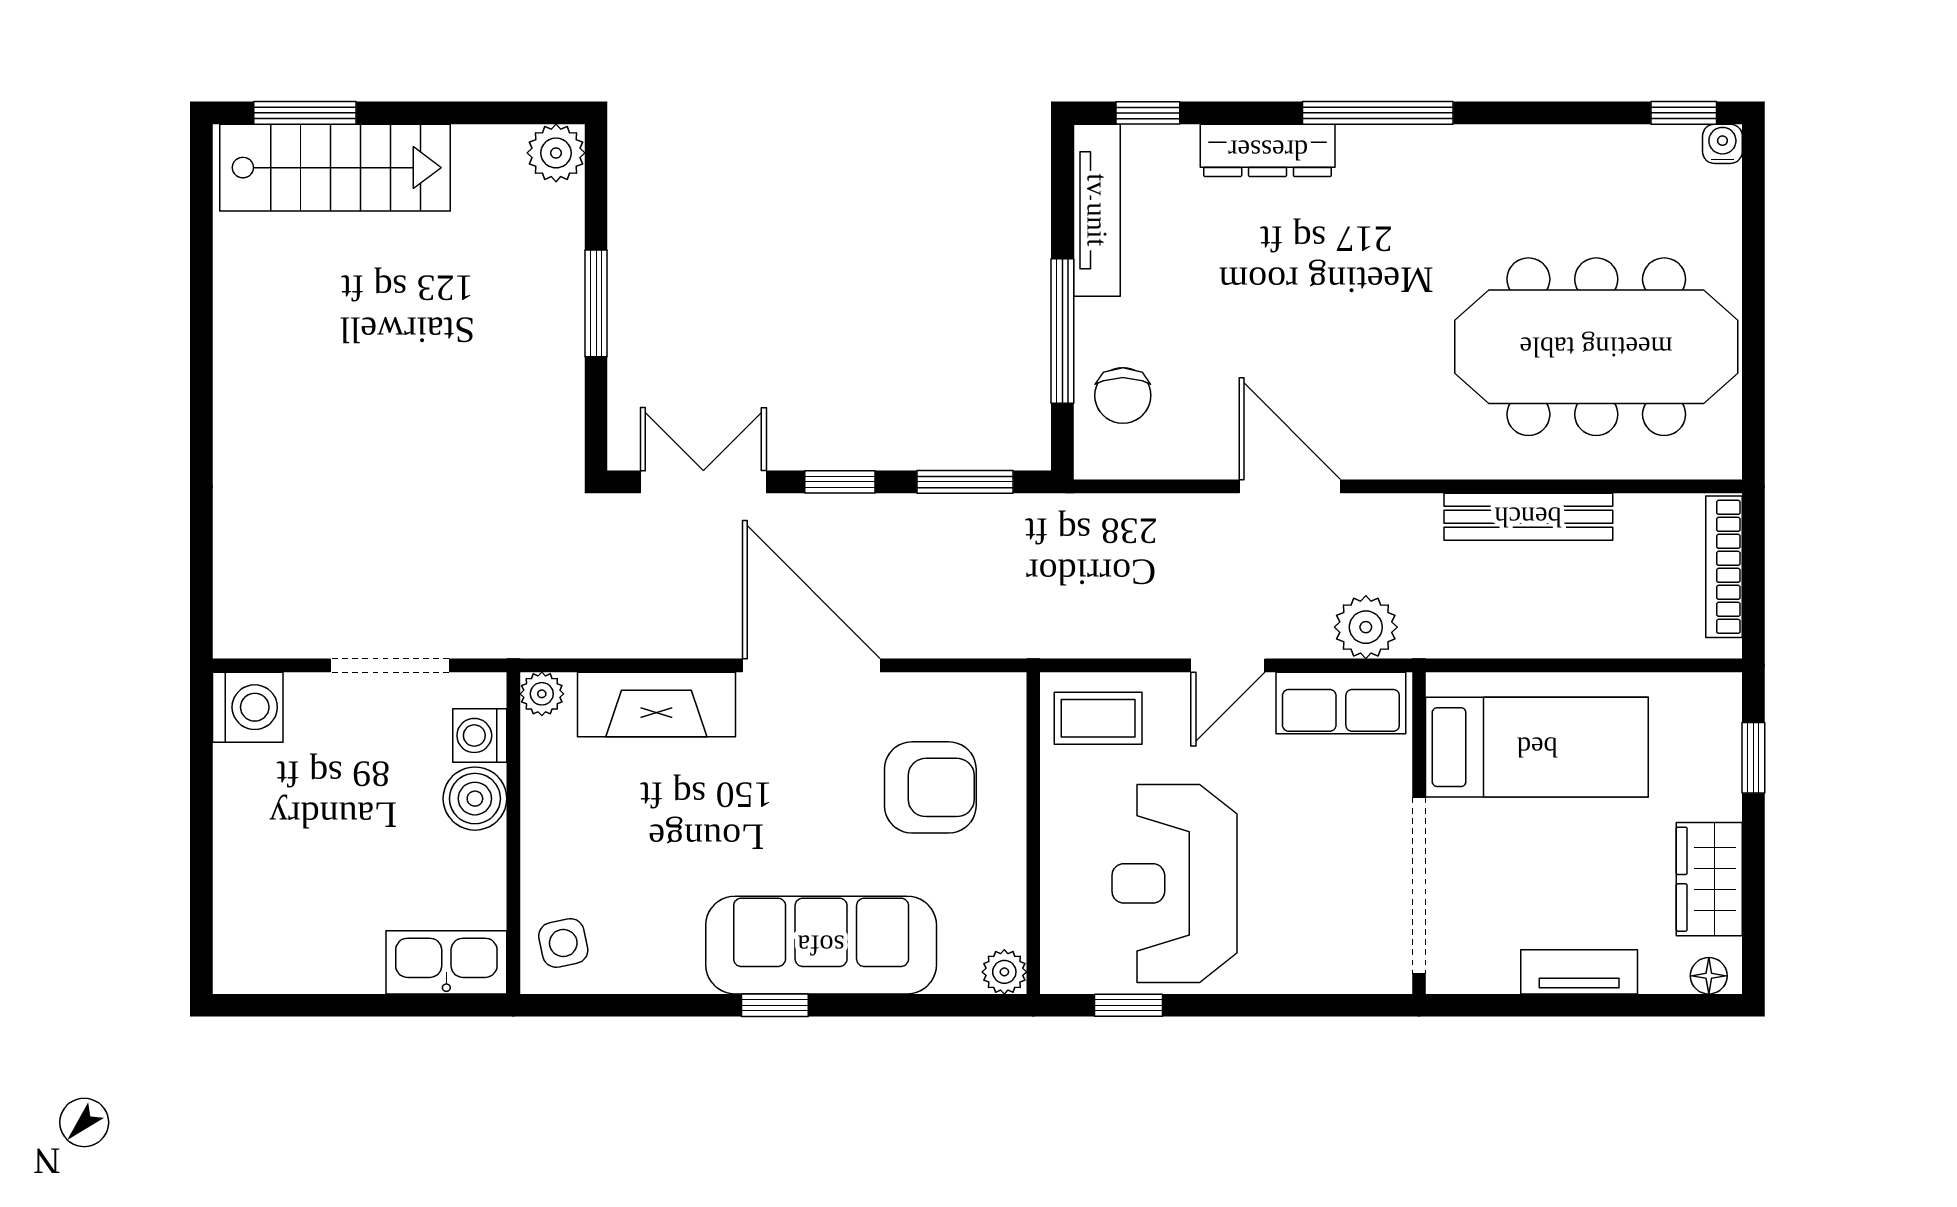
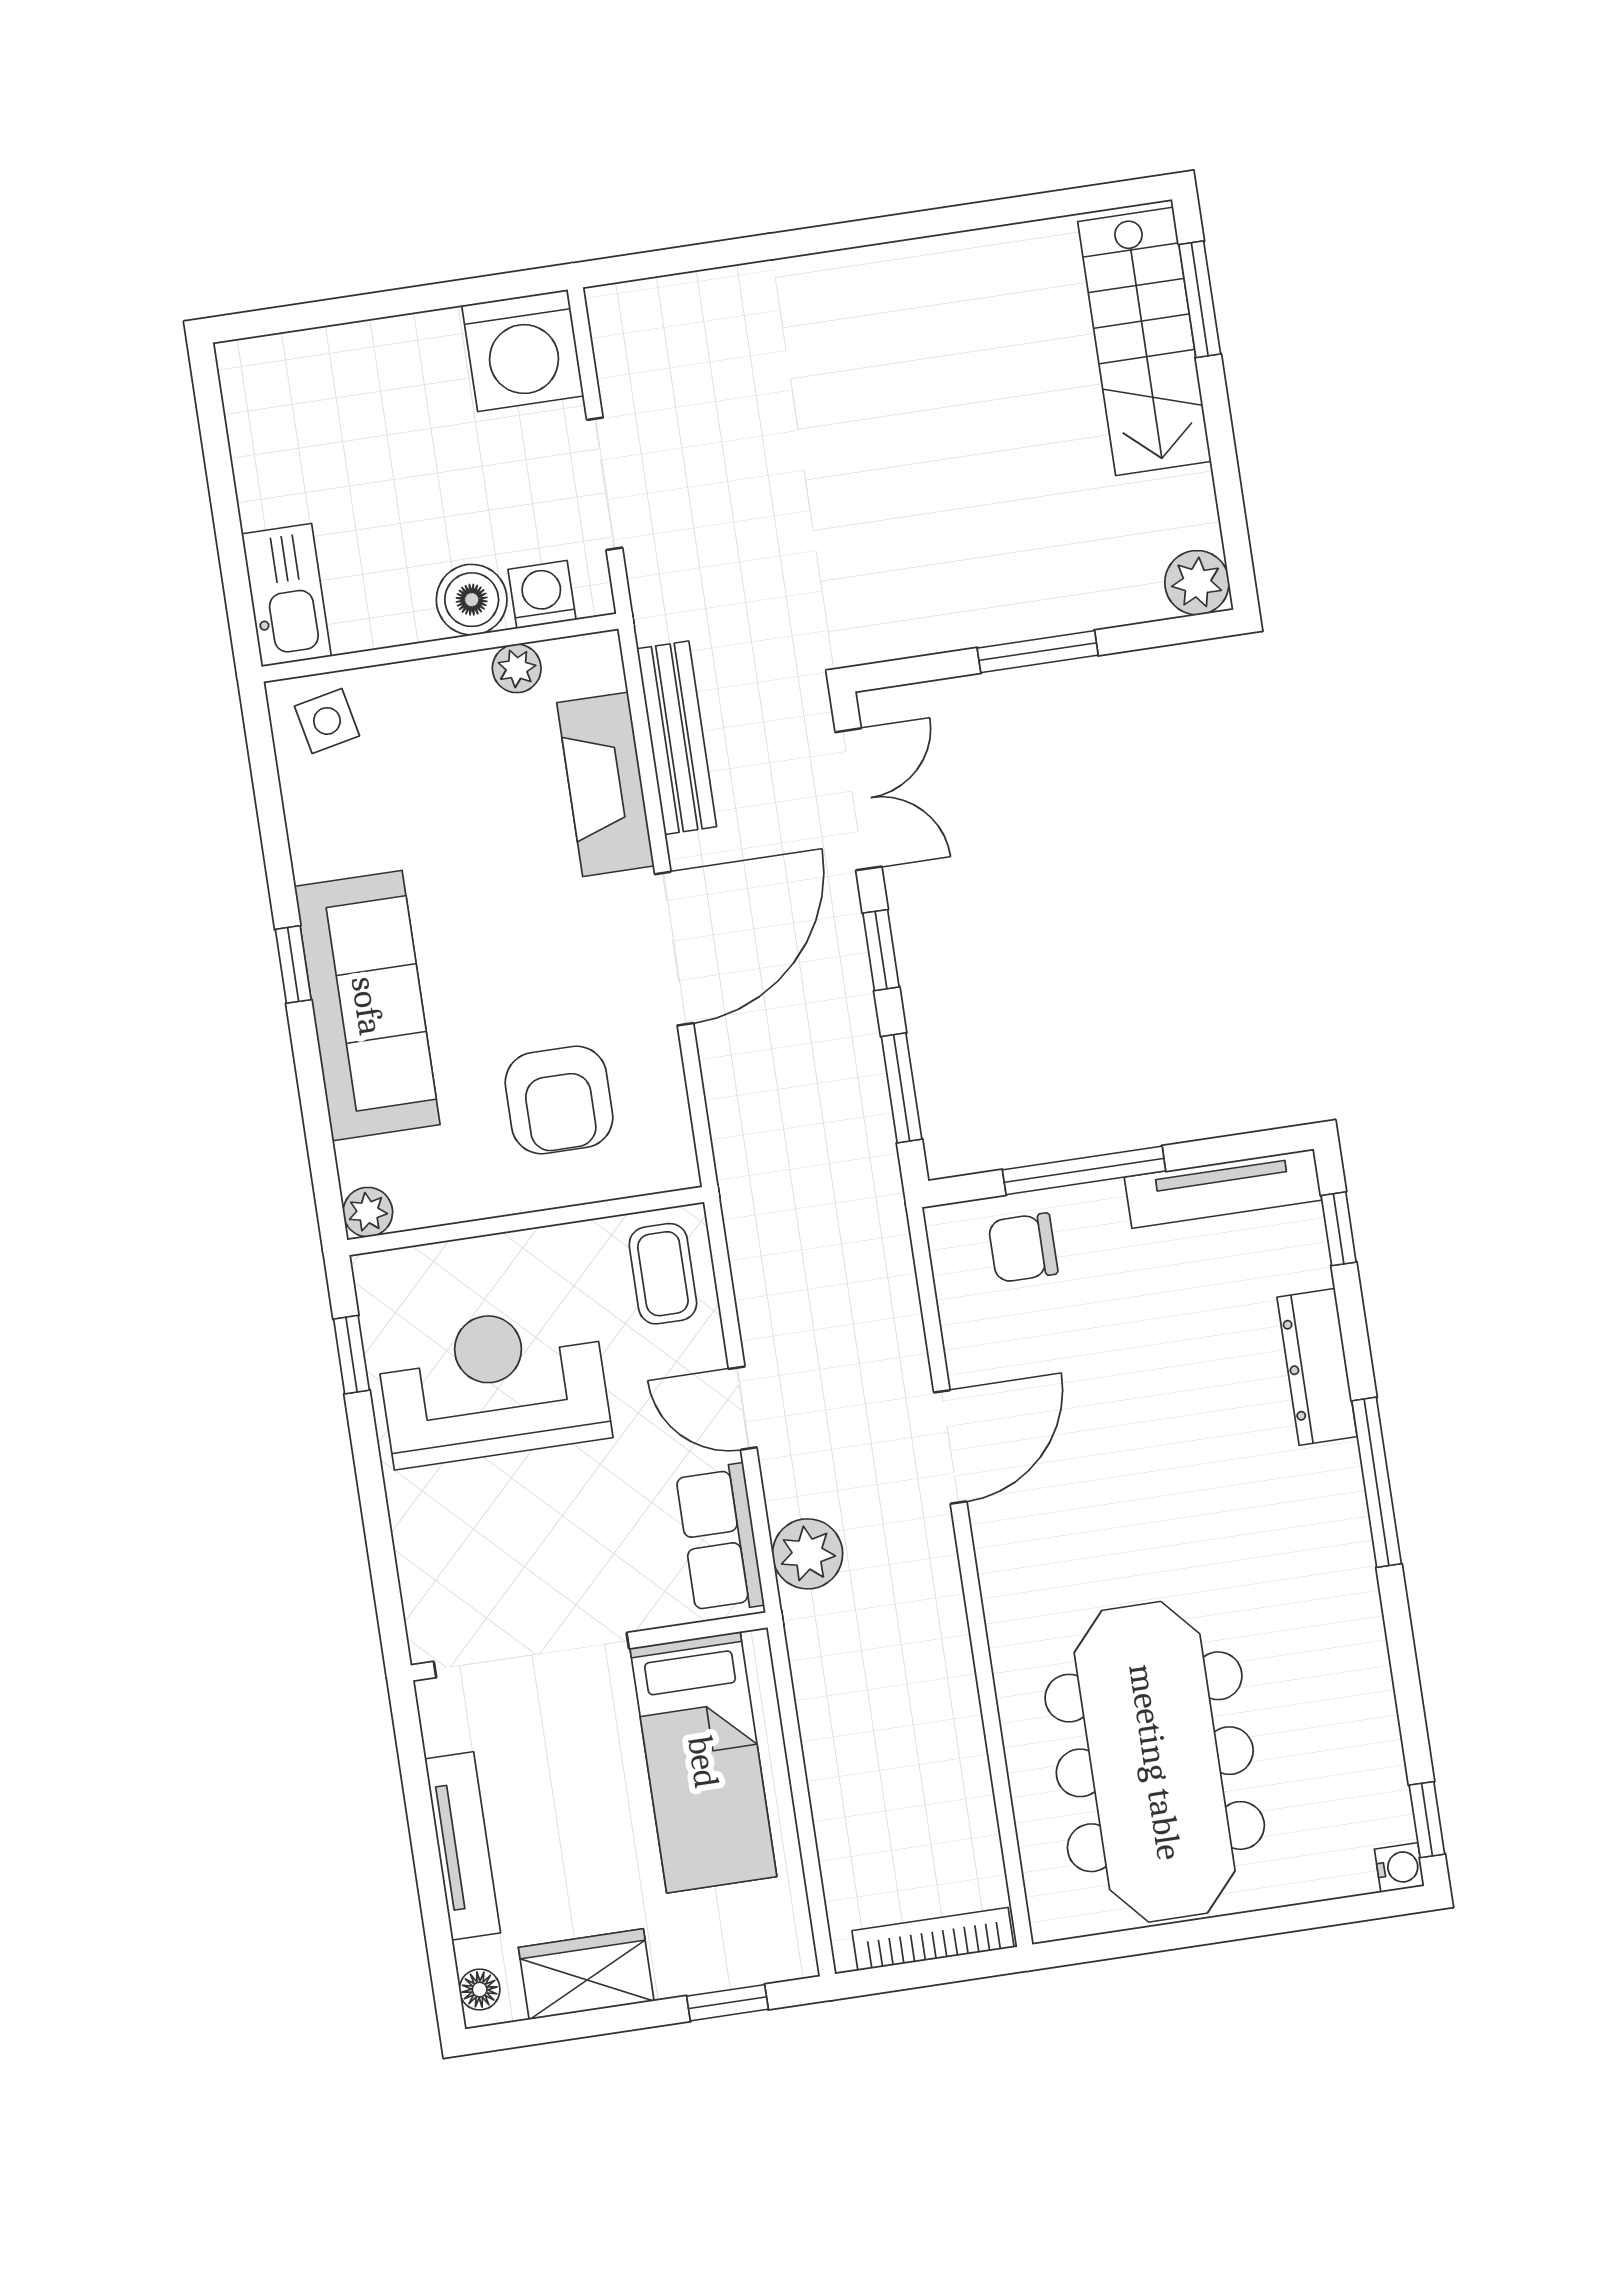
bench: (1528, 517) -> (677, 738), moved
plant: (542, 694) -> (517, 668), moved
washing machine: (248, 707) -> (523, 351), width x1.37, depth x1.37
tv unit: (1579, 972) -> (463, 1846), width x1.41

